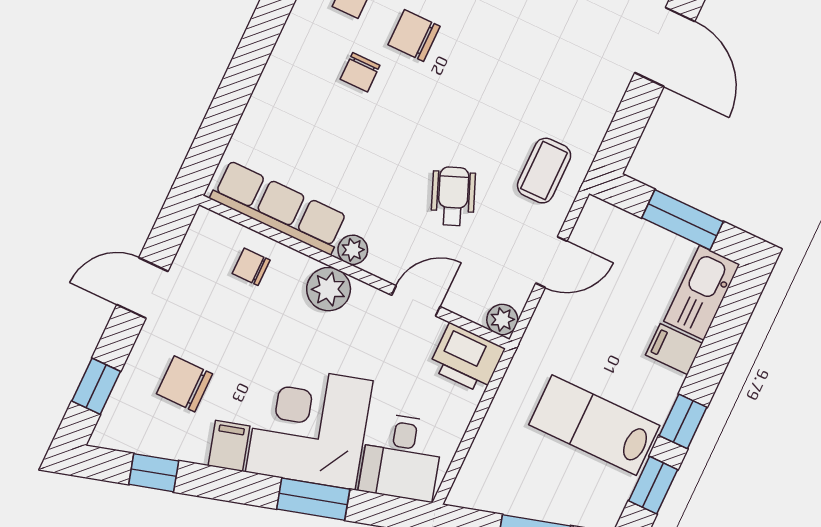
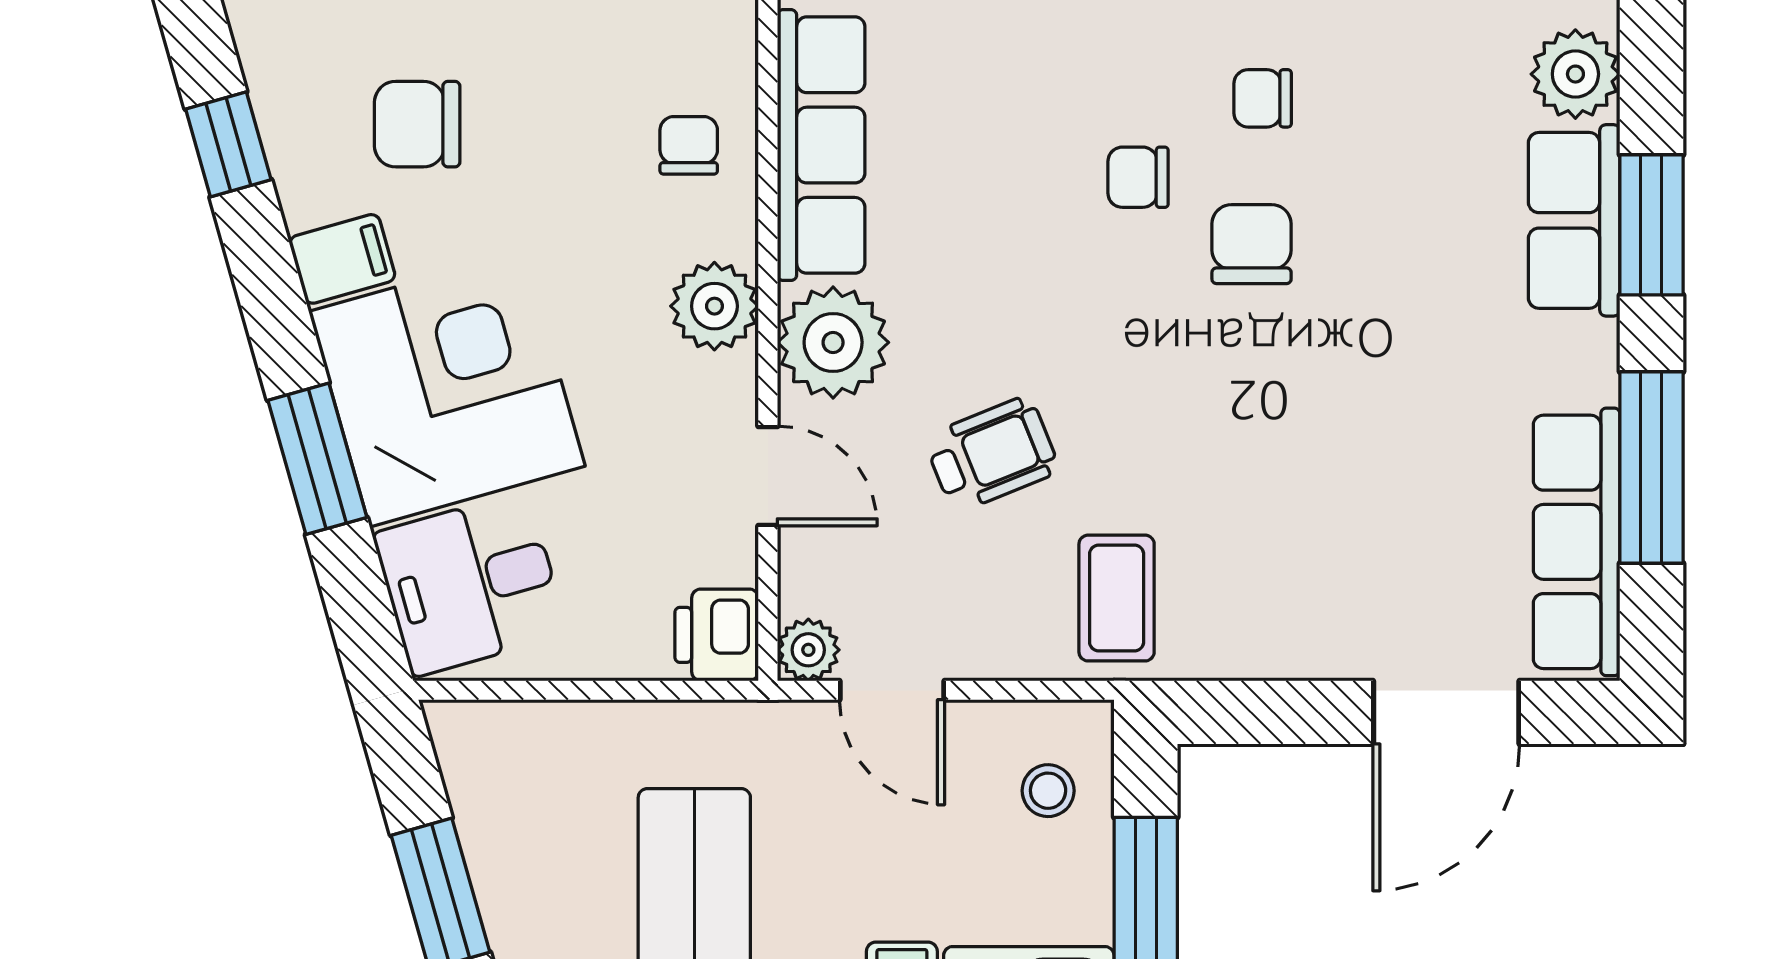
coffee table: (544, 171) -> (1117, 598), turned 90
stool: (616, 242) -> (1048, 791), added
plant: (353, 250) -> (833, 342), width x1.88, depth x1.88
door: (551, 262) -> (892, 690), moved
printer: (467, 358) -> (717, 635), width x0.73, depth x0.81
chair: (184, 384) -> (417, 124), turned -90

